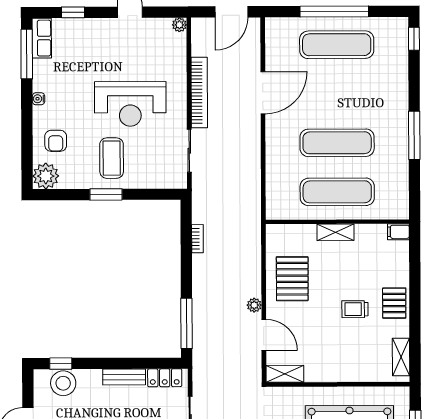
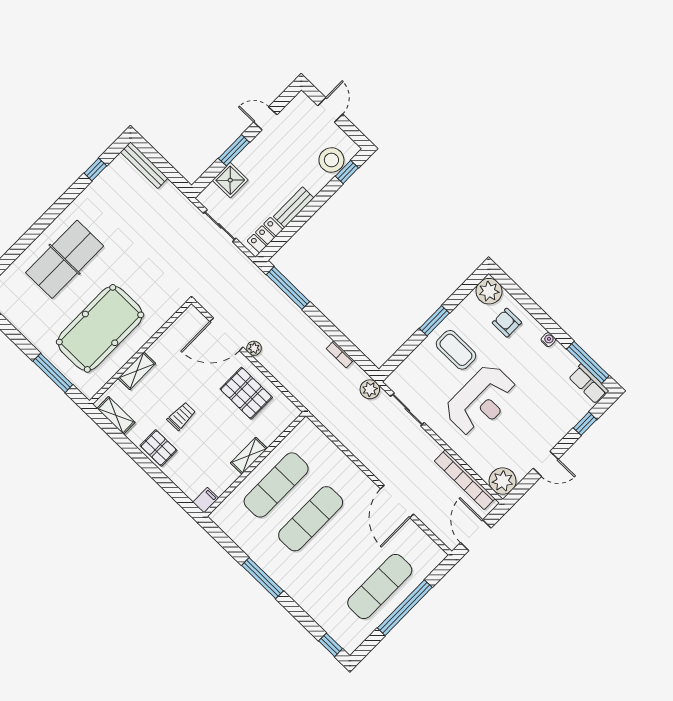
plant: (179, 25) -> (503, 481), width x1.87, depth x1.87
bookcase: (199, 93) -> (465, 480), moved
reception desk: (130, 104) -> (481, 400), turned 180
plant: (201, 192) -> (370, 389), added
door: (264, 335) -> (226, 334), width x1.36
shelving: (285, 374) -> (137, 371), moved

